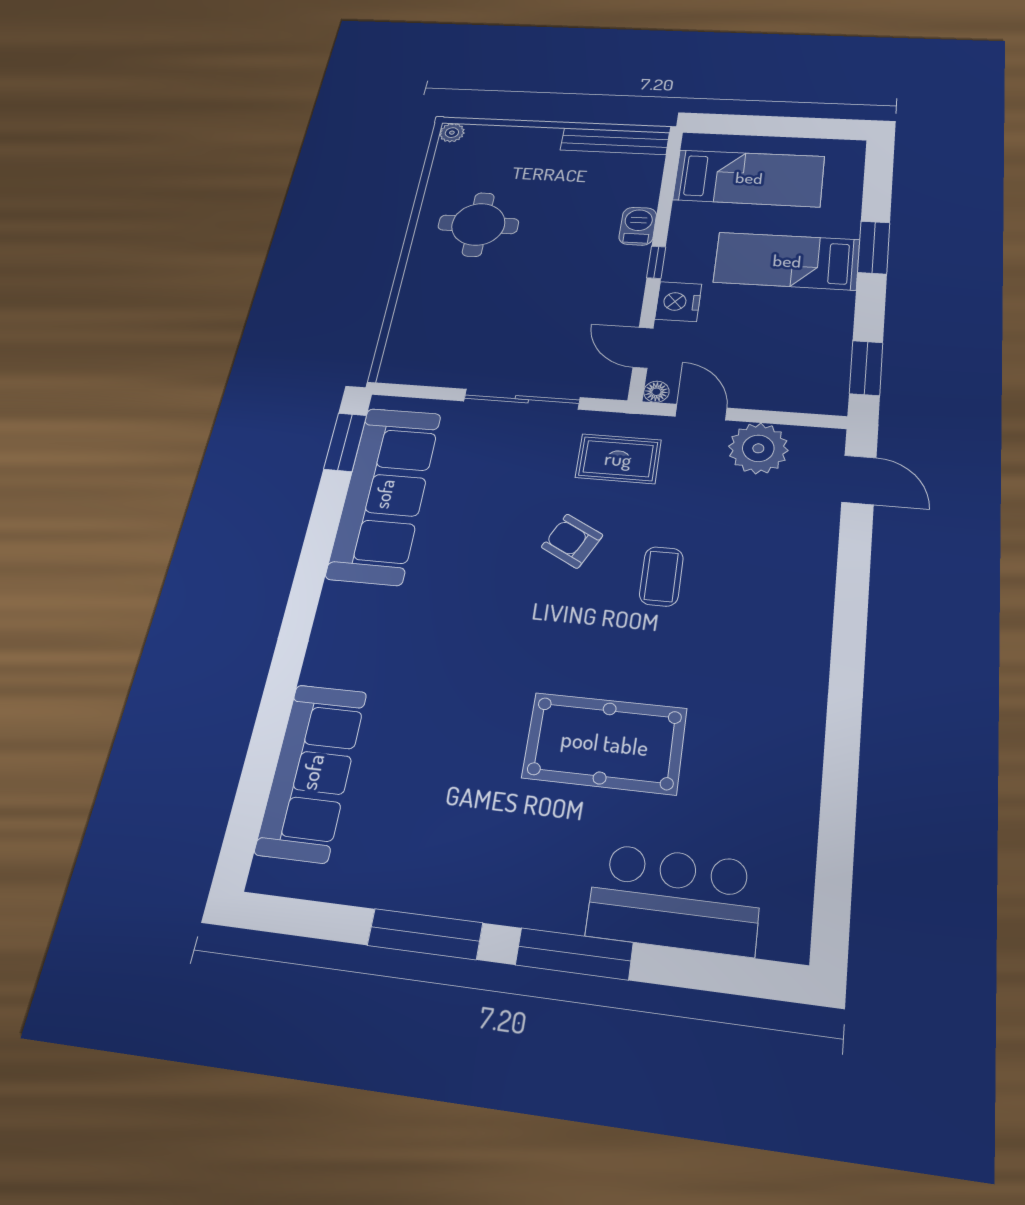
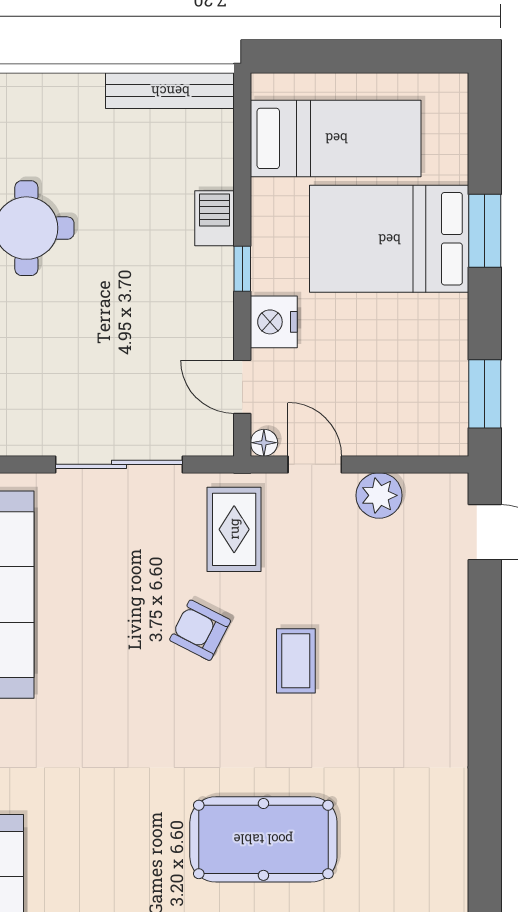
bed: (787, 261) -> (389, 239), width x1.50
plant: (758, 448) -> (379, 495), width x0.73, depth x0.73
rug: (618, 459) -> (234, 529), turned 90

